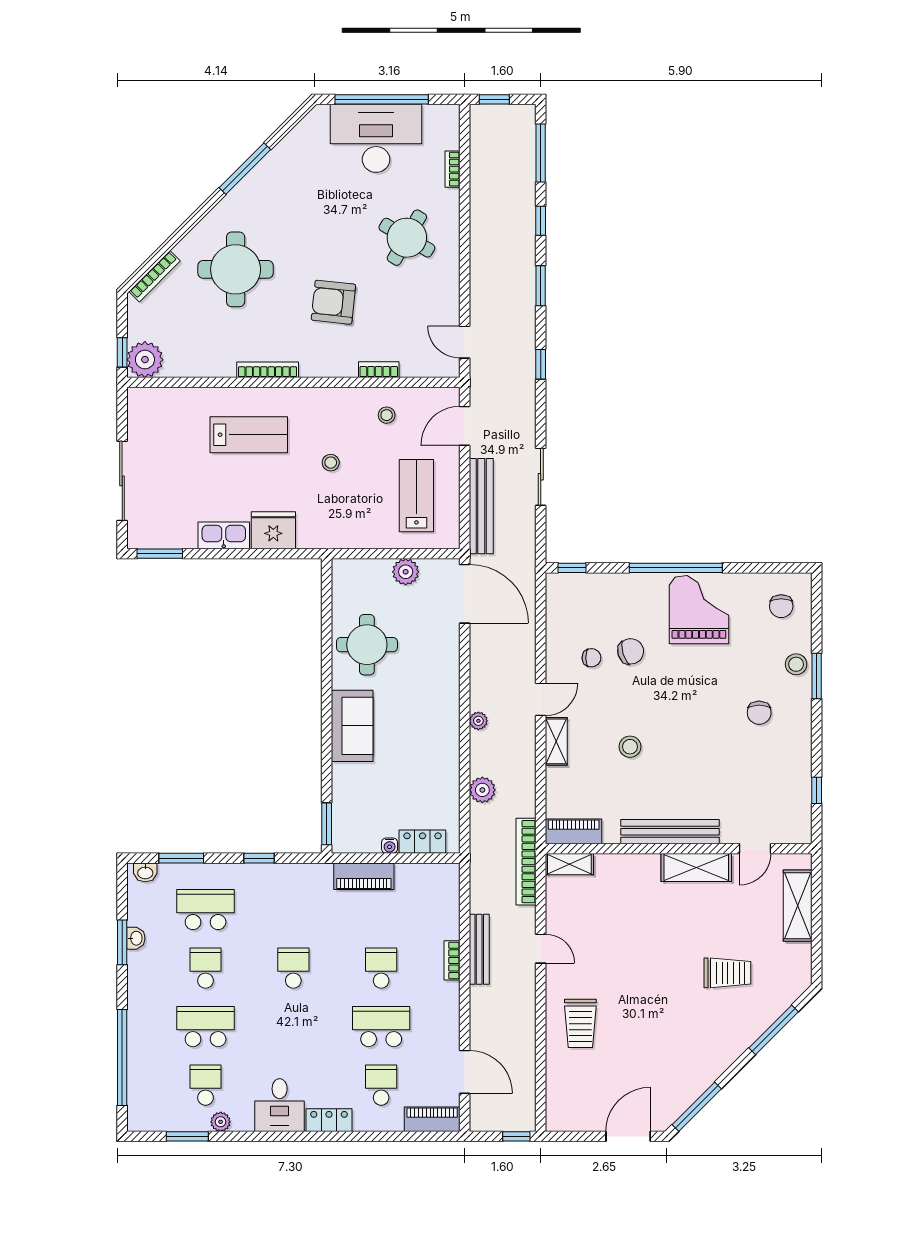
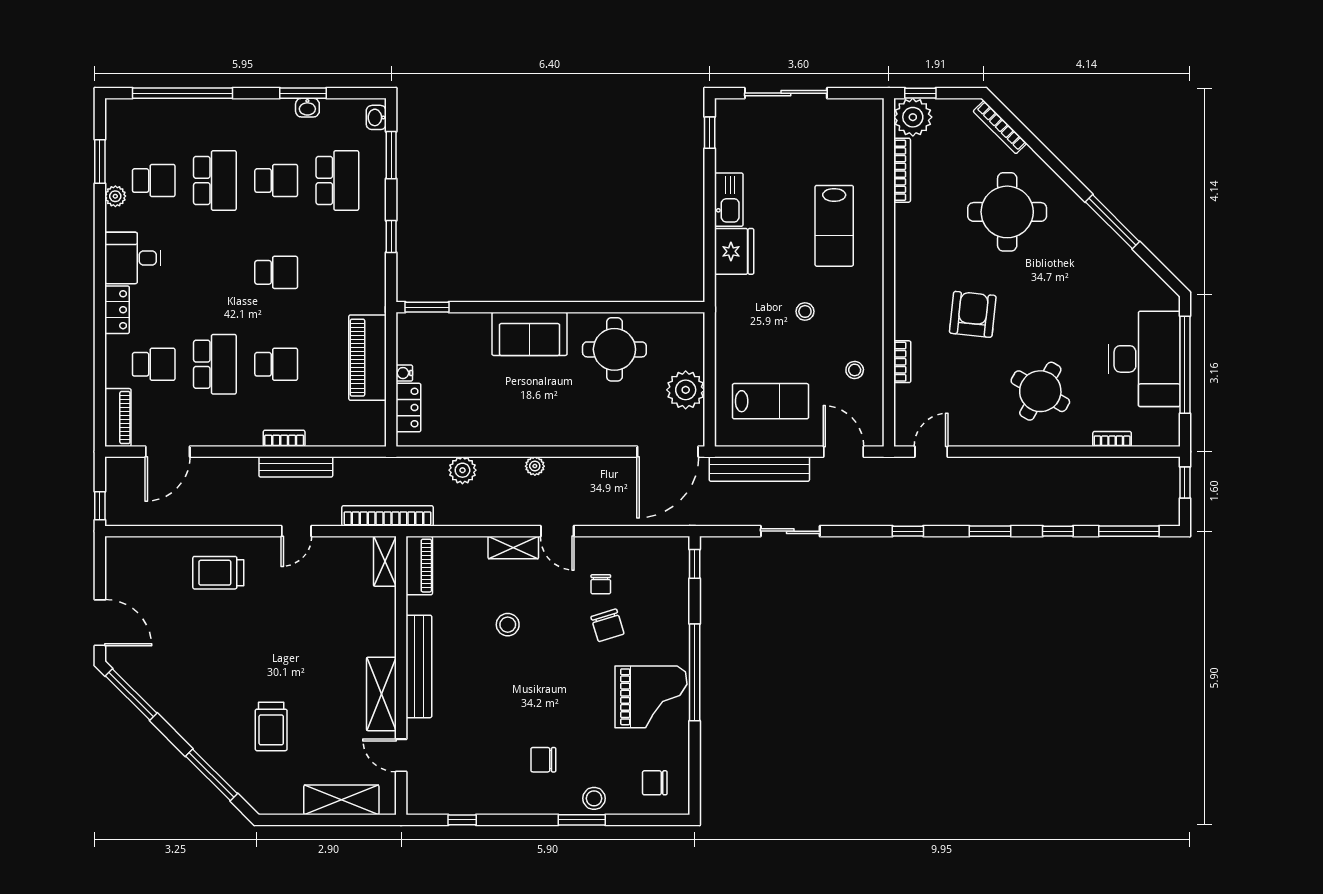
bookcase: (268, 370) -> (902, 170), moved
window: (160, 554) -> (710, 133), width x0.67
plant: (406, 572) -> (686, 390), width x1.36, depth x1.36
piano: (364, 876) -> (368, 358), width x1.37, depth x1.33

